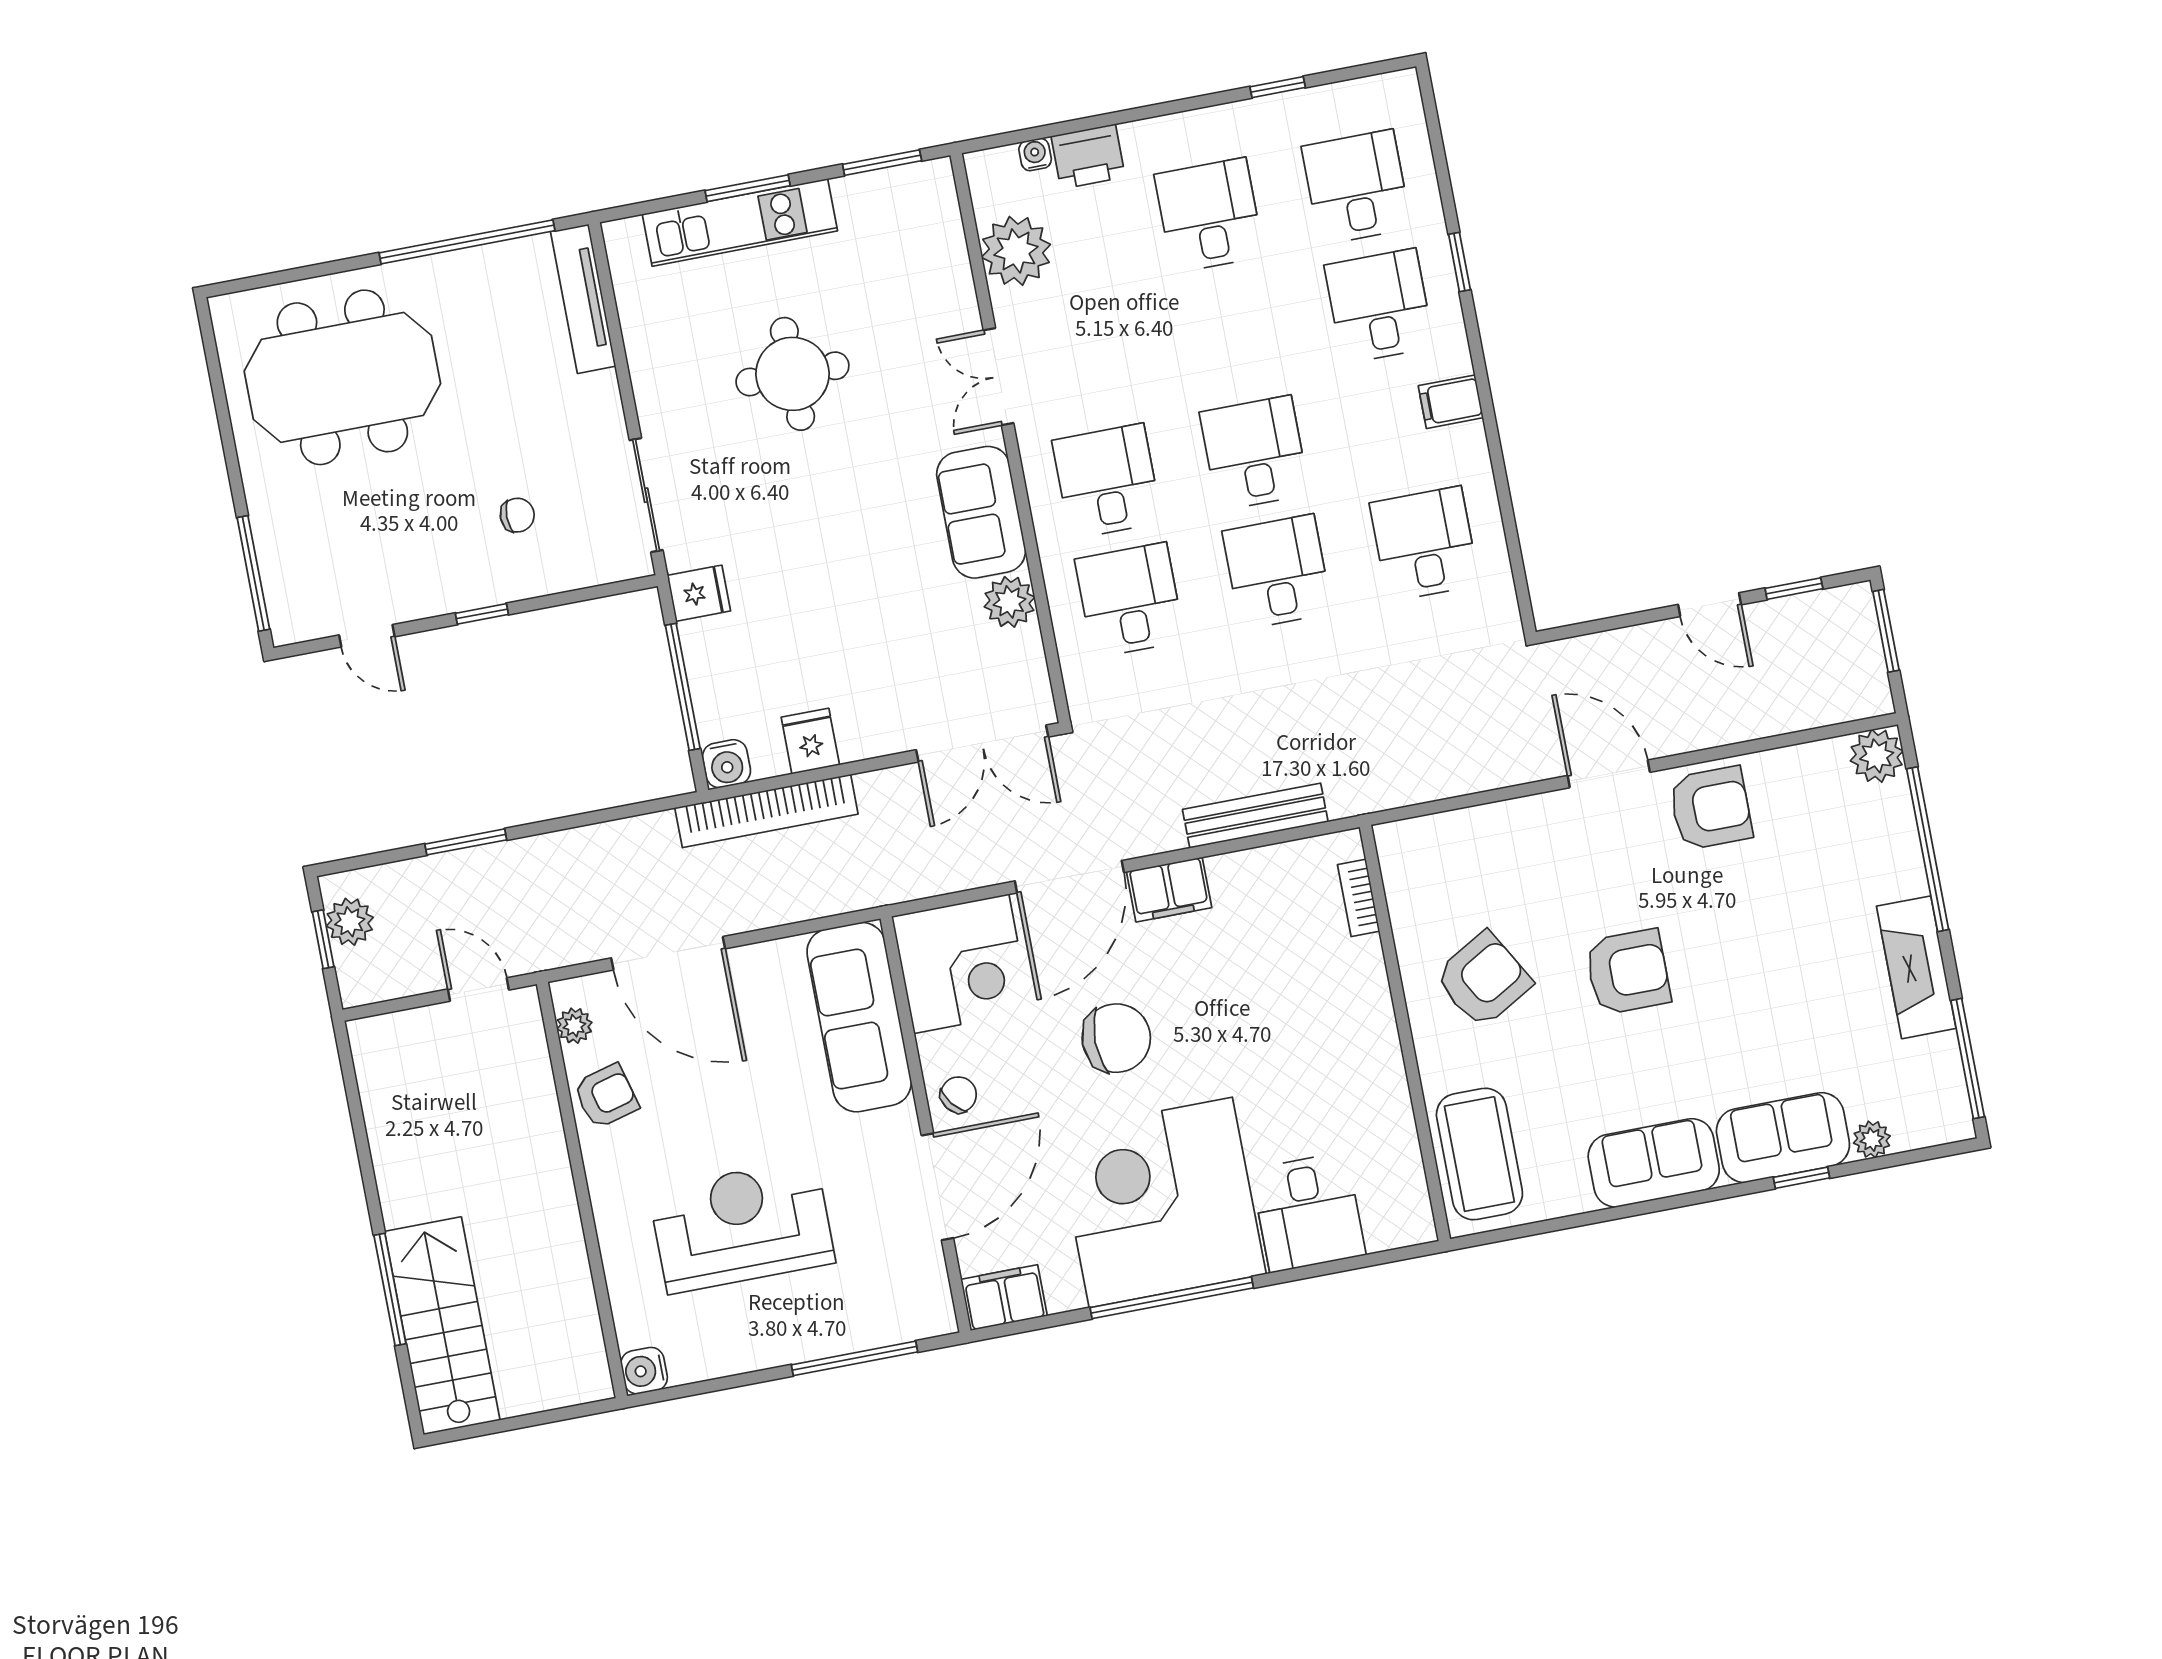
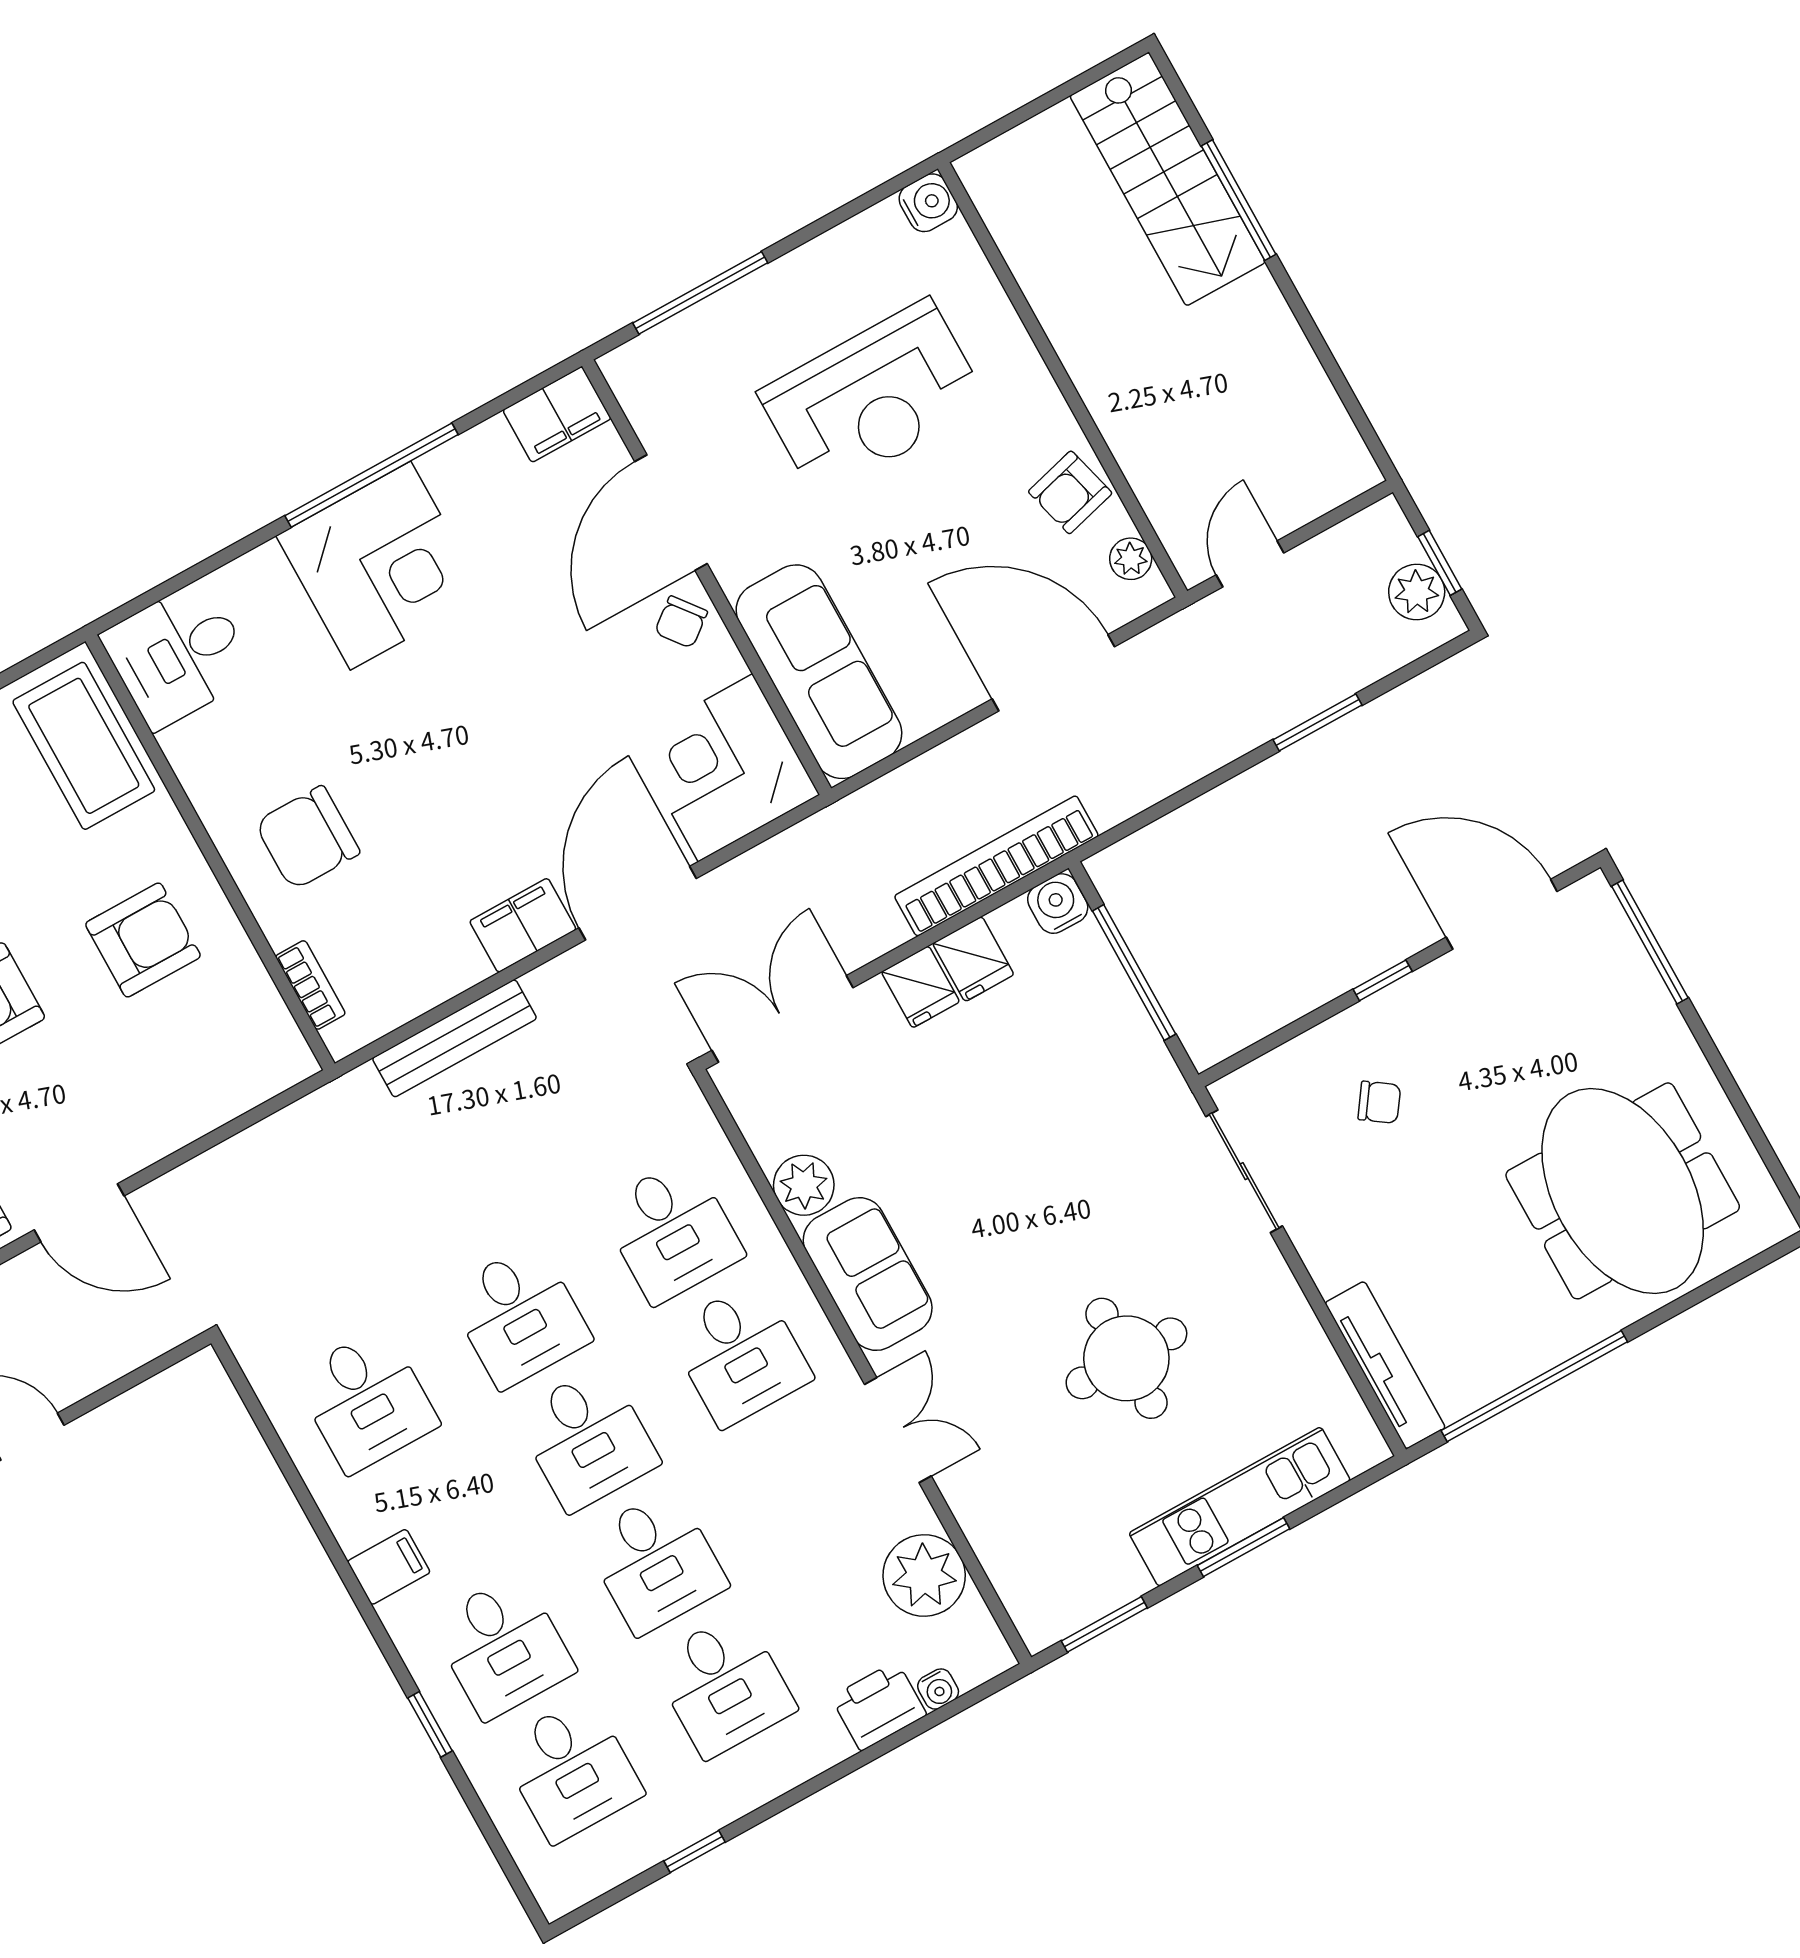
desk: (1232, 334) -> (655, 1562), added
meeting table: (342, 377) -> (1623, 1191), turned 90
chair: (517, 515) -> (1379, 1102), turned -145
fridge: (699, 593) -> (920, 987), moved, turned -90
door: (367, 636) -> (1502, 914), width x1.88
armchair: (1483, 980) -> (143, 940), turned -150
door: (478, 989) -> (1250, 564), swing flipped
chair: (1116, 1038) -> (307, 838), moved
corner desk: (1161, 1202) -> (381, 566), width x0.74, depth x0.74
desk: (1308, 1212) -> (178, 655), moved, turned -90

